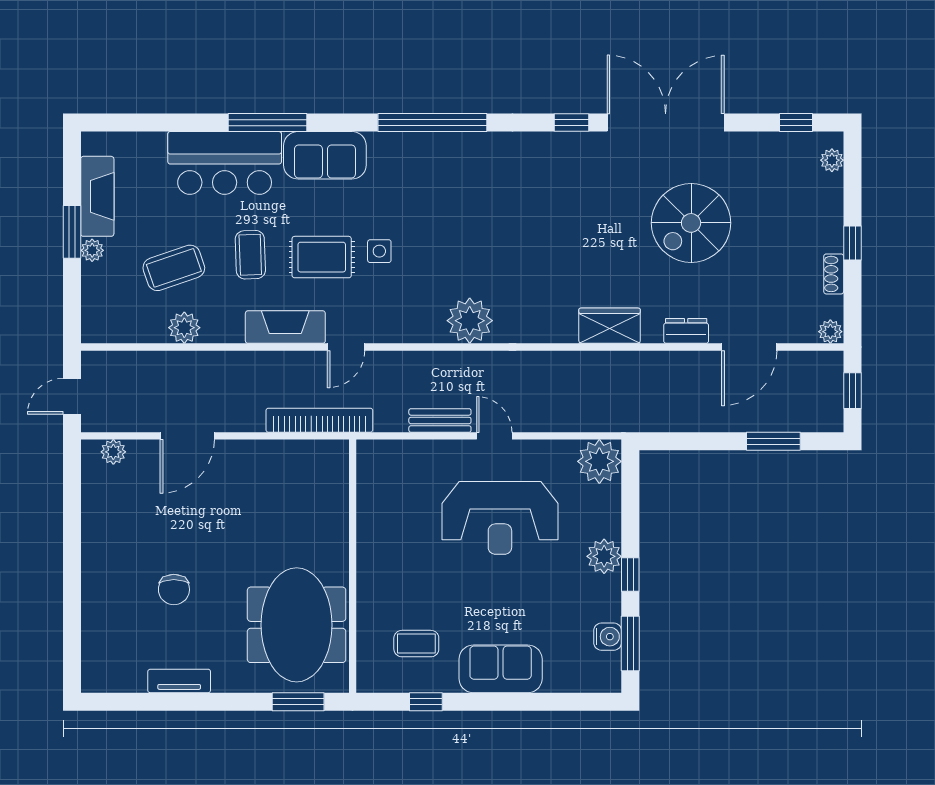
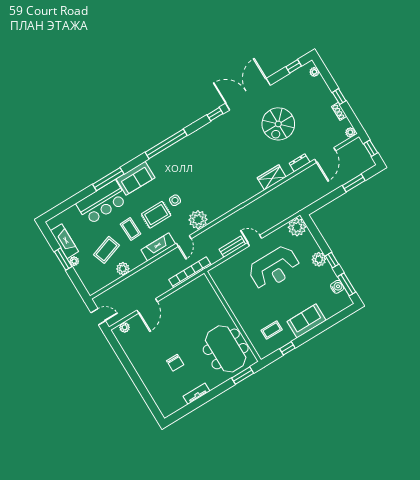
plant: (470, 321) -> (198, 220), moved
door: (72, 396) -> (98, 317), swing flipped

